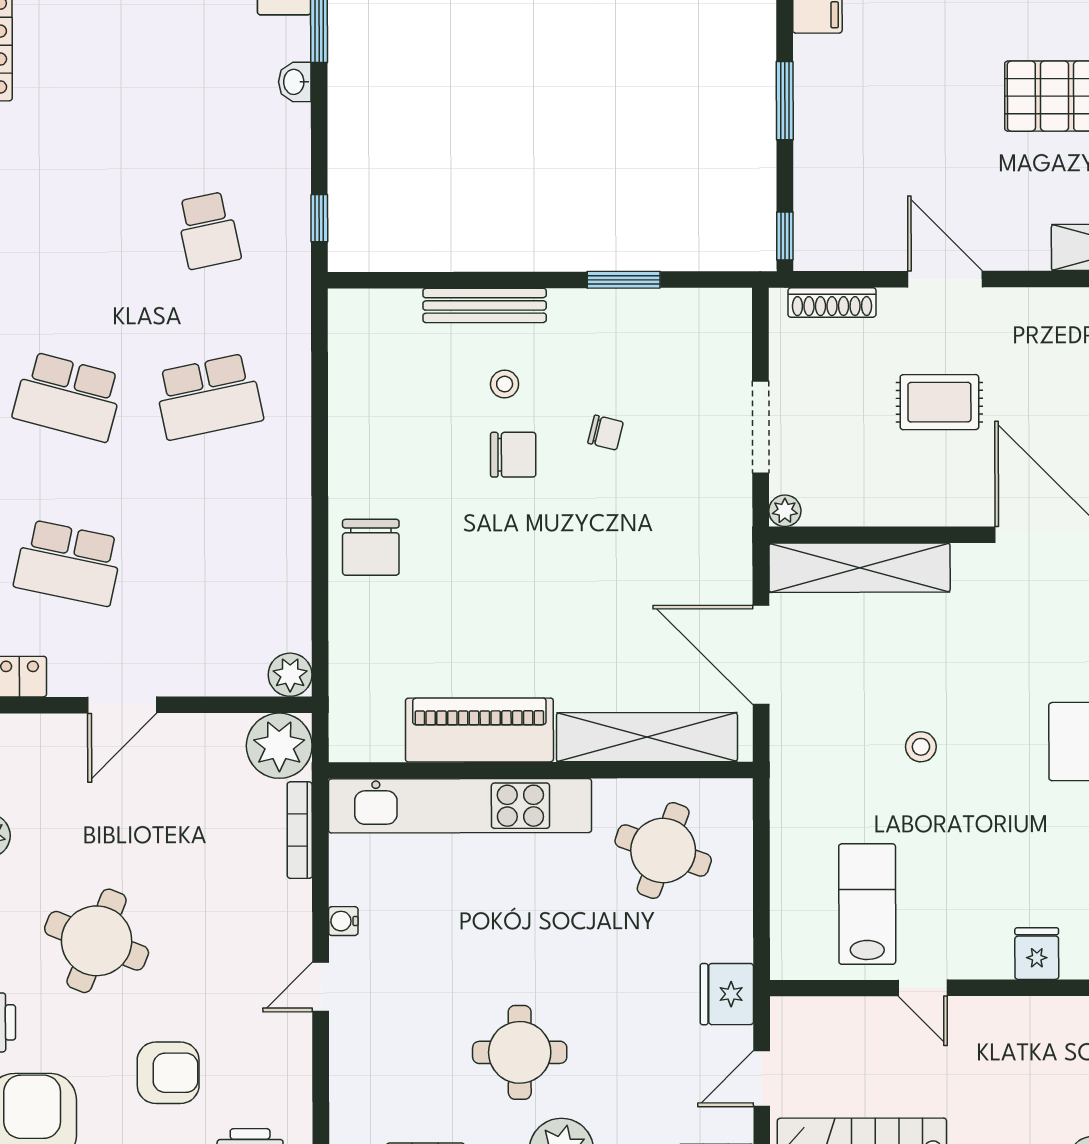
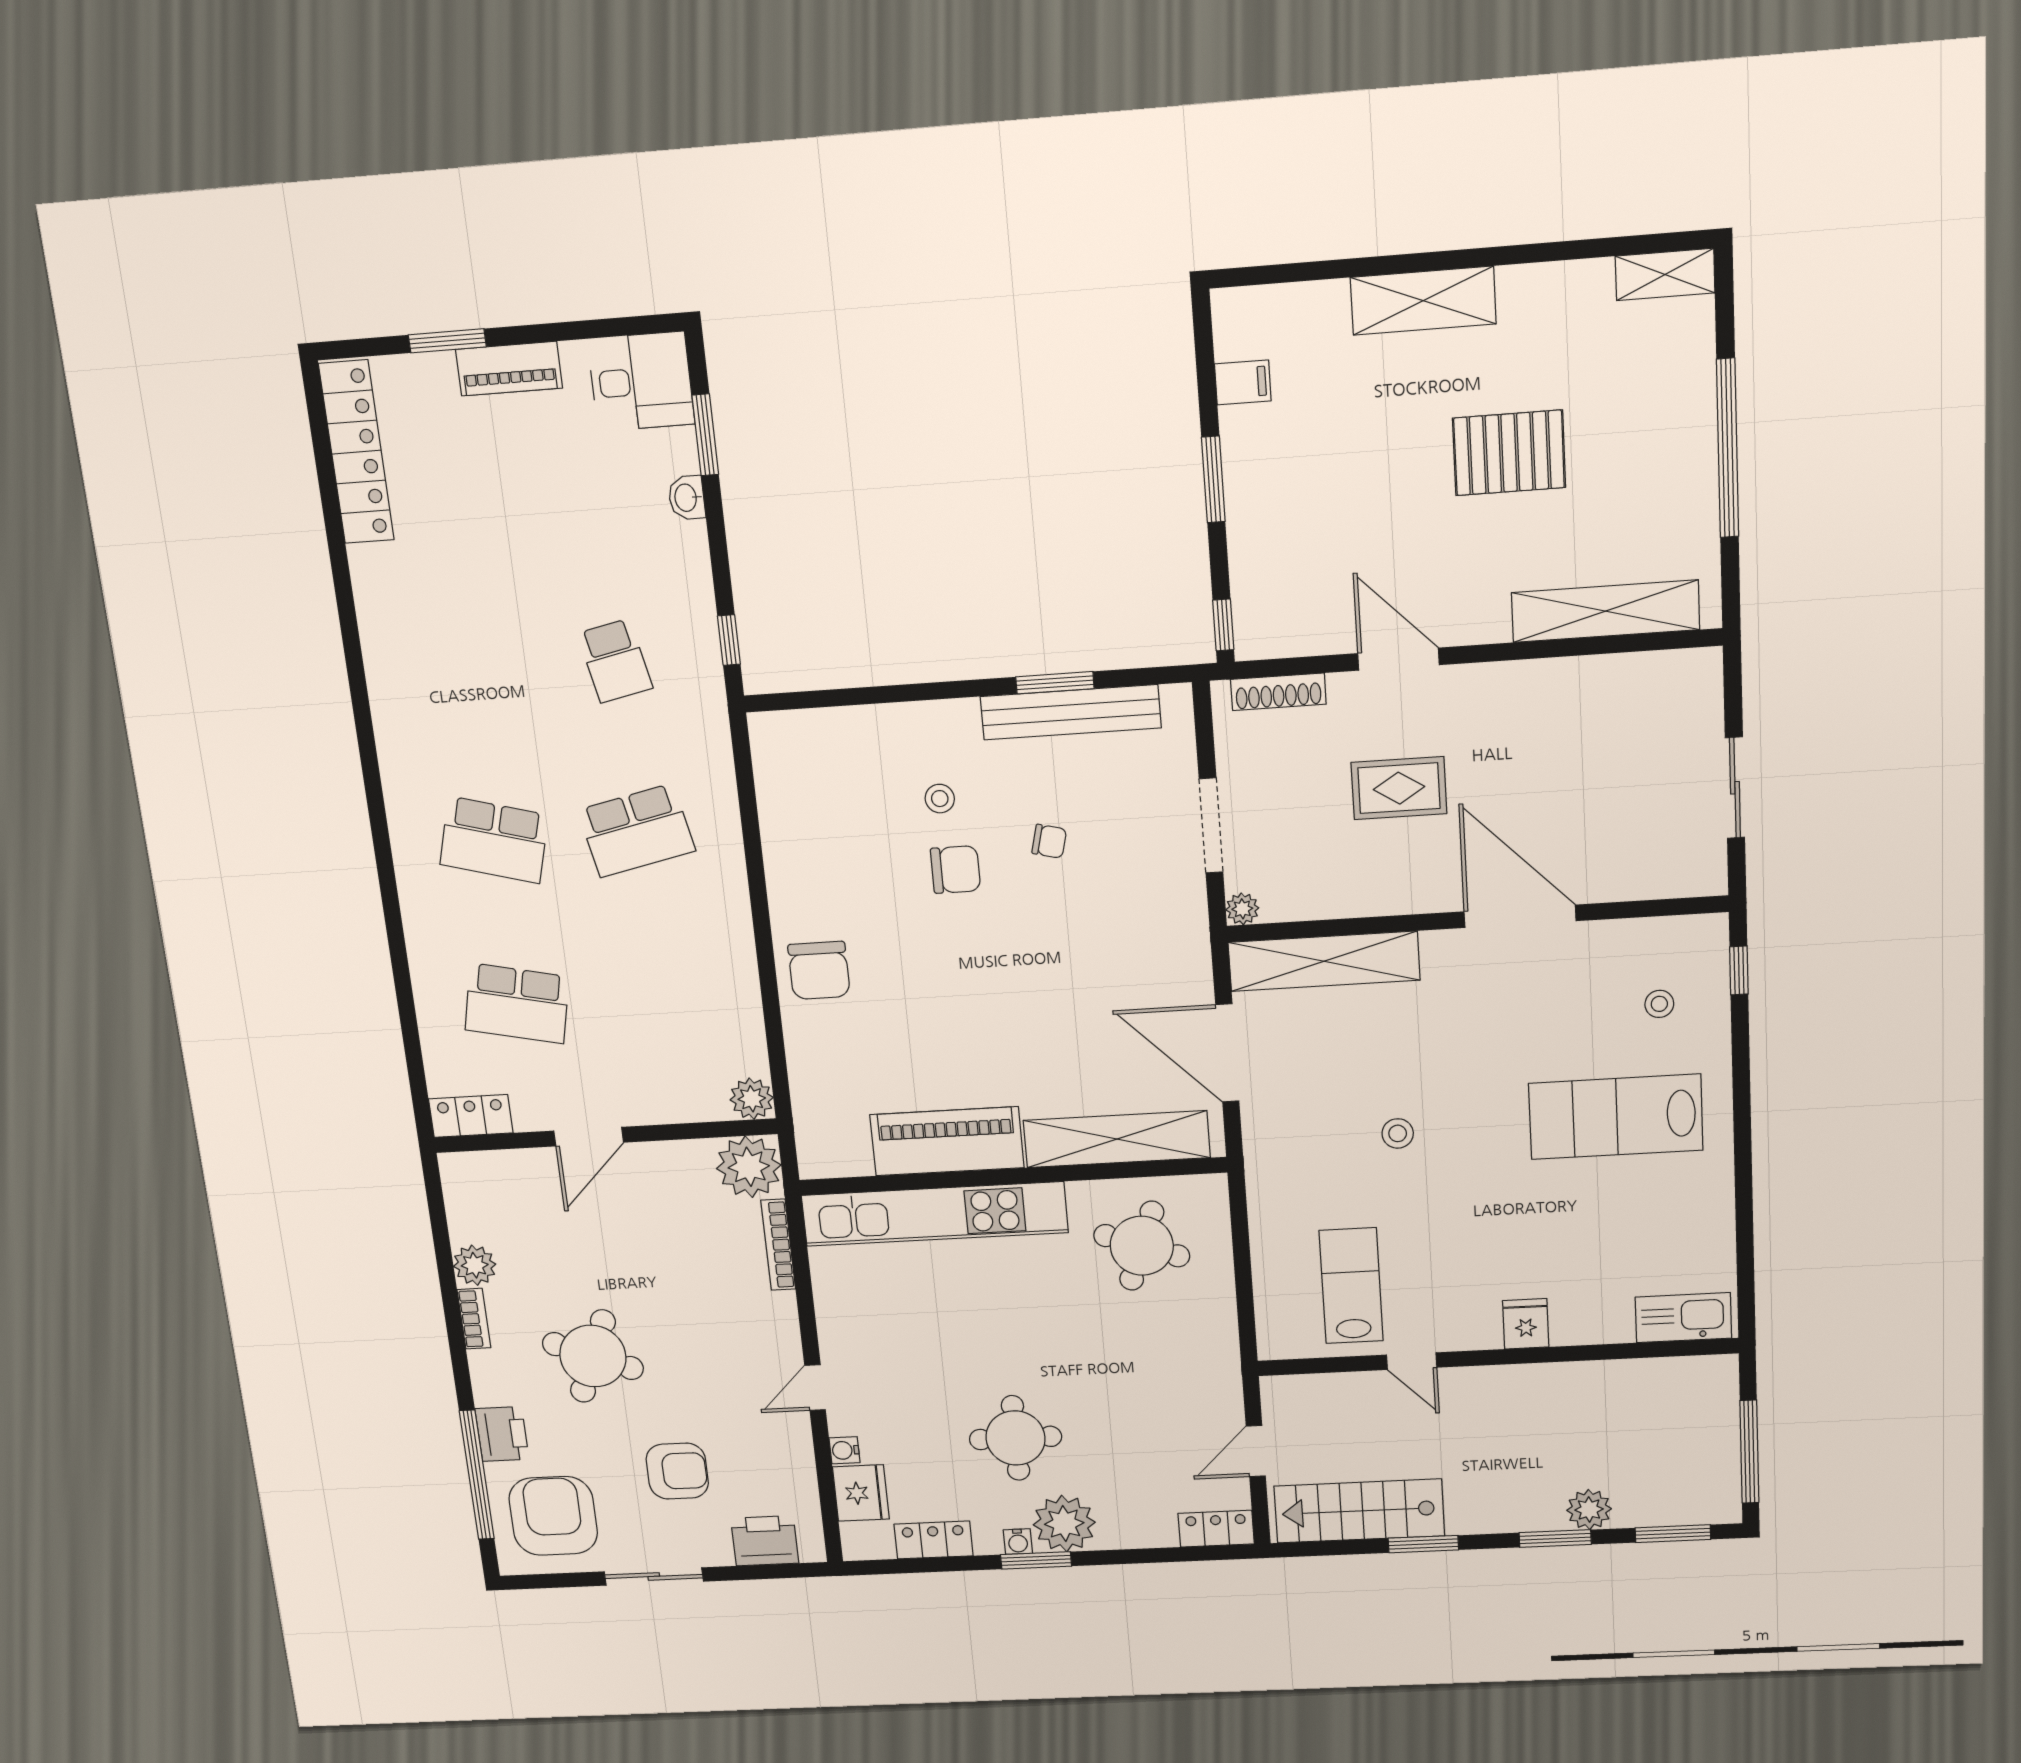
bench: (485, 305) -> (1071, 712), moved, width x1.37, depth x1.21
water cooler: (343, 921) -> (845, 1450), moved
fridge: (727, 994) -> (861, 1493), moved, turned 180

